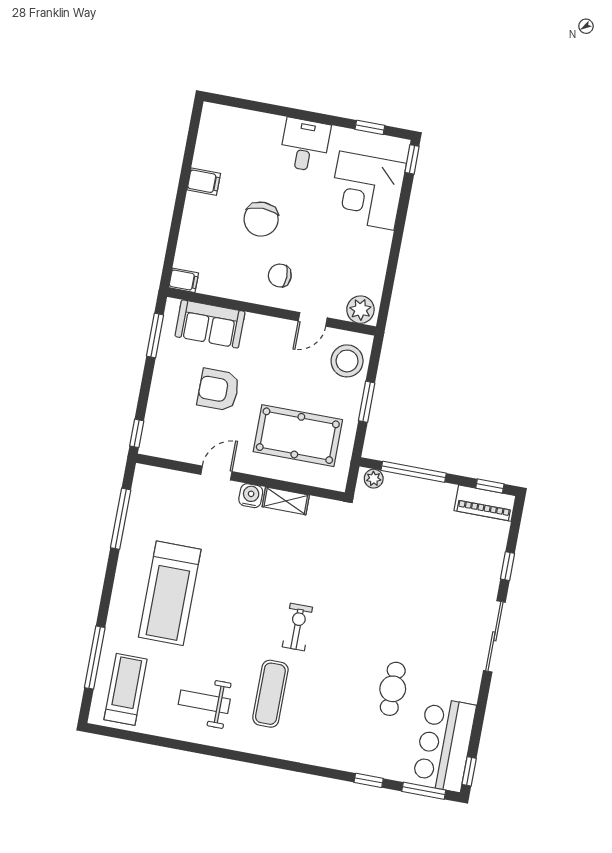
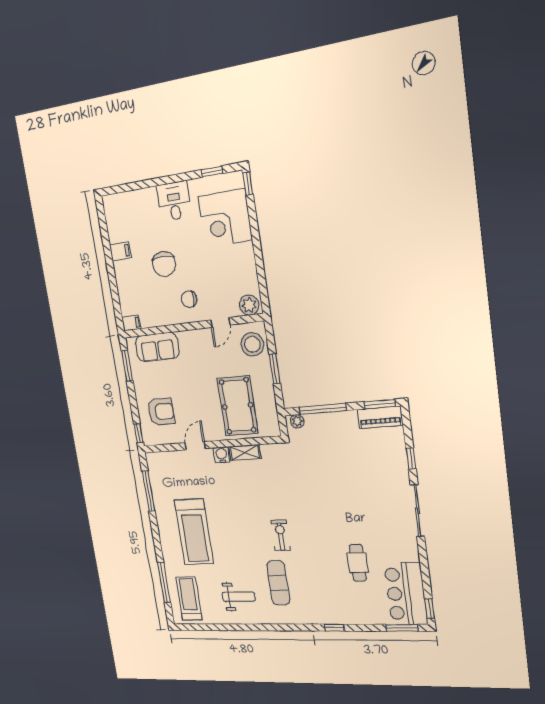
armchair: (218, 390) -> (161, 412), moved, turned 180
pool table: (298, 436) -> (238, 406), turned 90
window: (490, 486) -> (380, 404), width x1.50
weight bench: (204, 702) -> (239, 597), turned 180
window: (369, 780) -> (334, 628), moved

